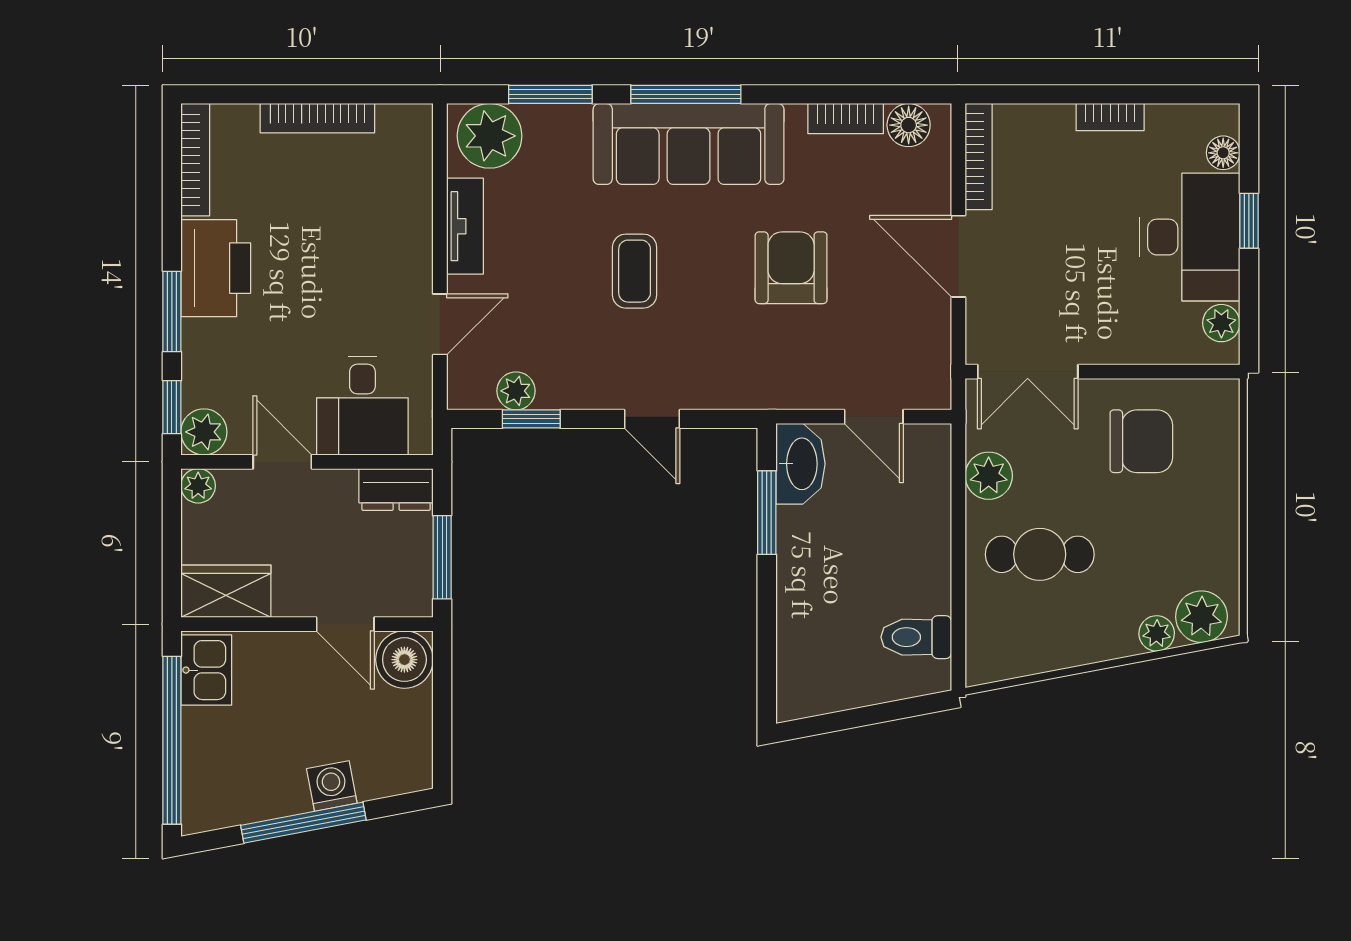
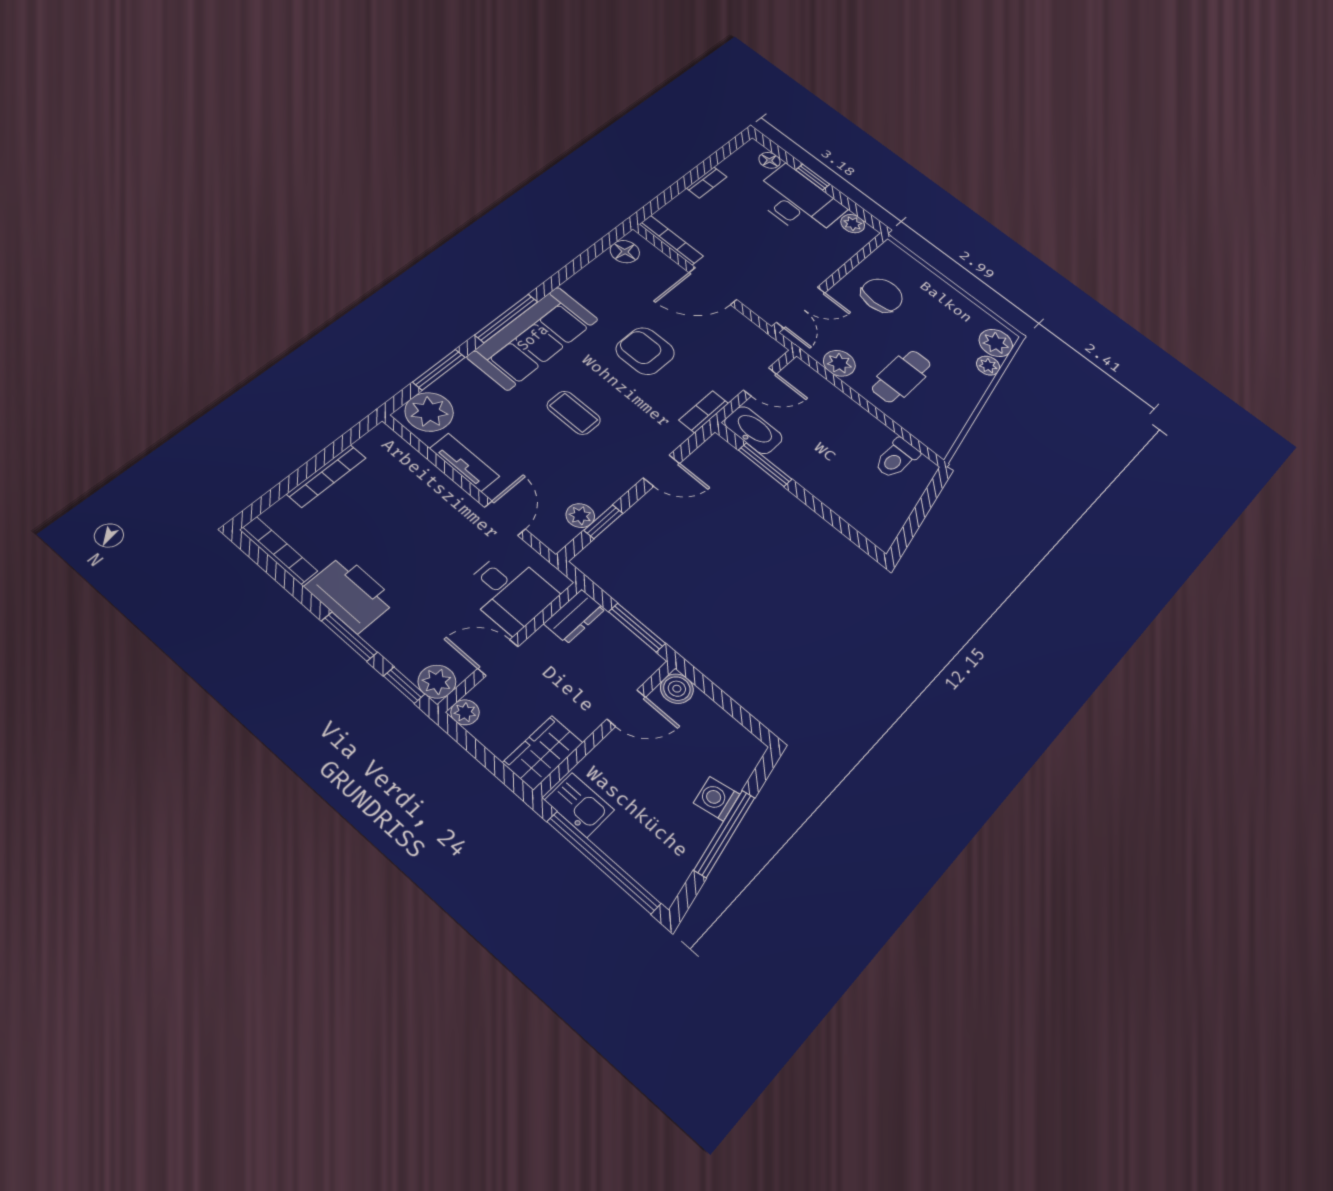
bookcase: (846, 119) -> (704, 412), moved, turned 180
boiler: (404, 660) -> (677, 689), width x0.73, depth x0.73

